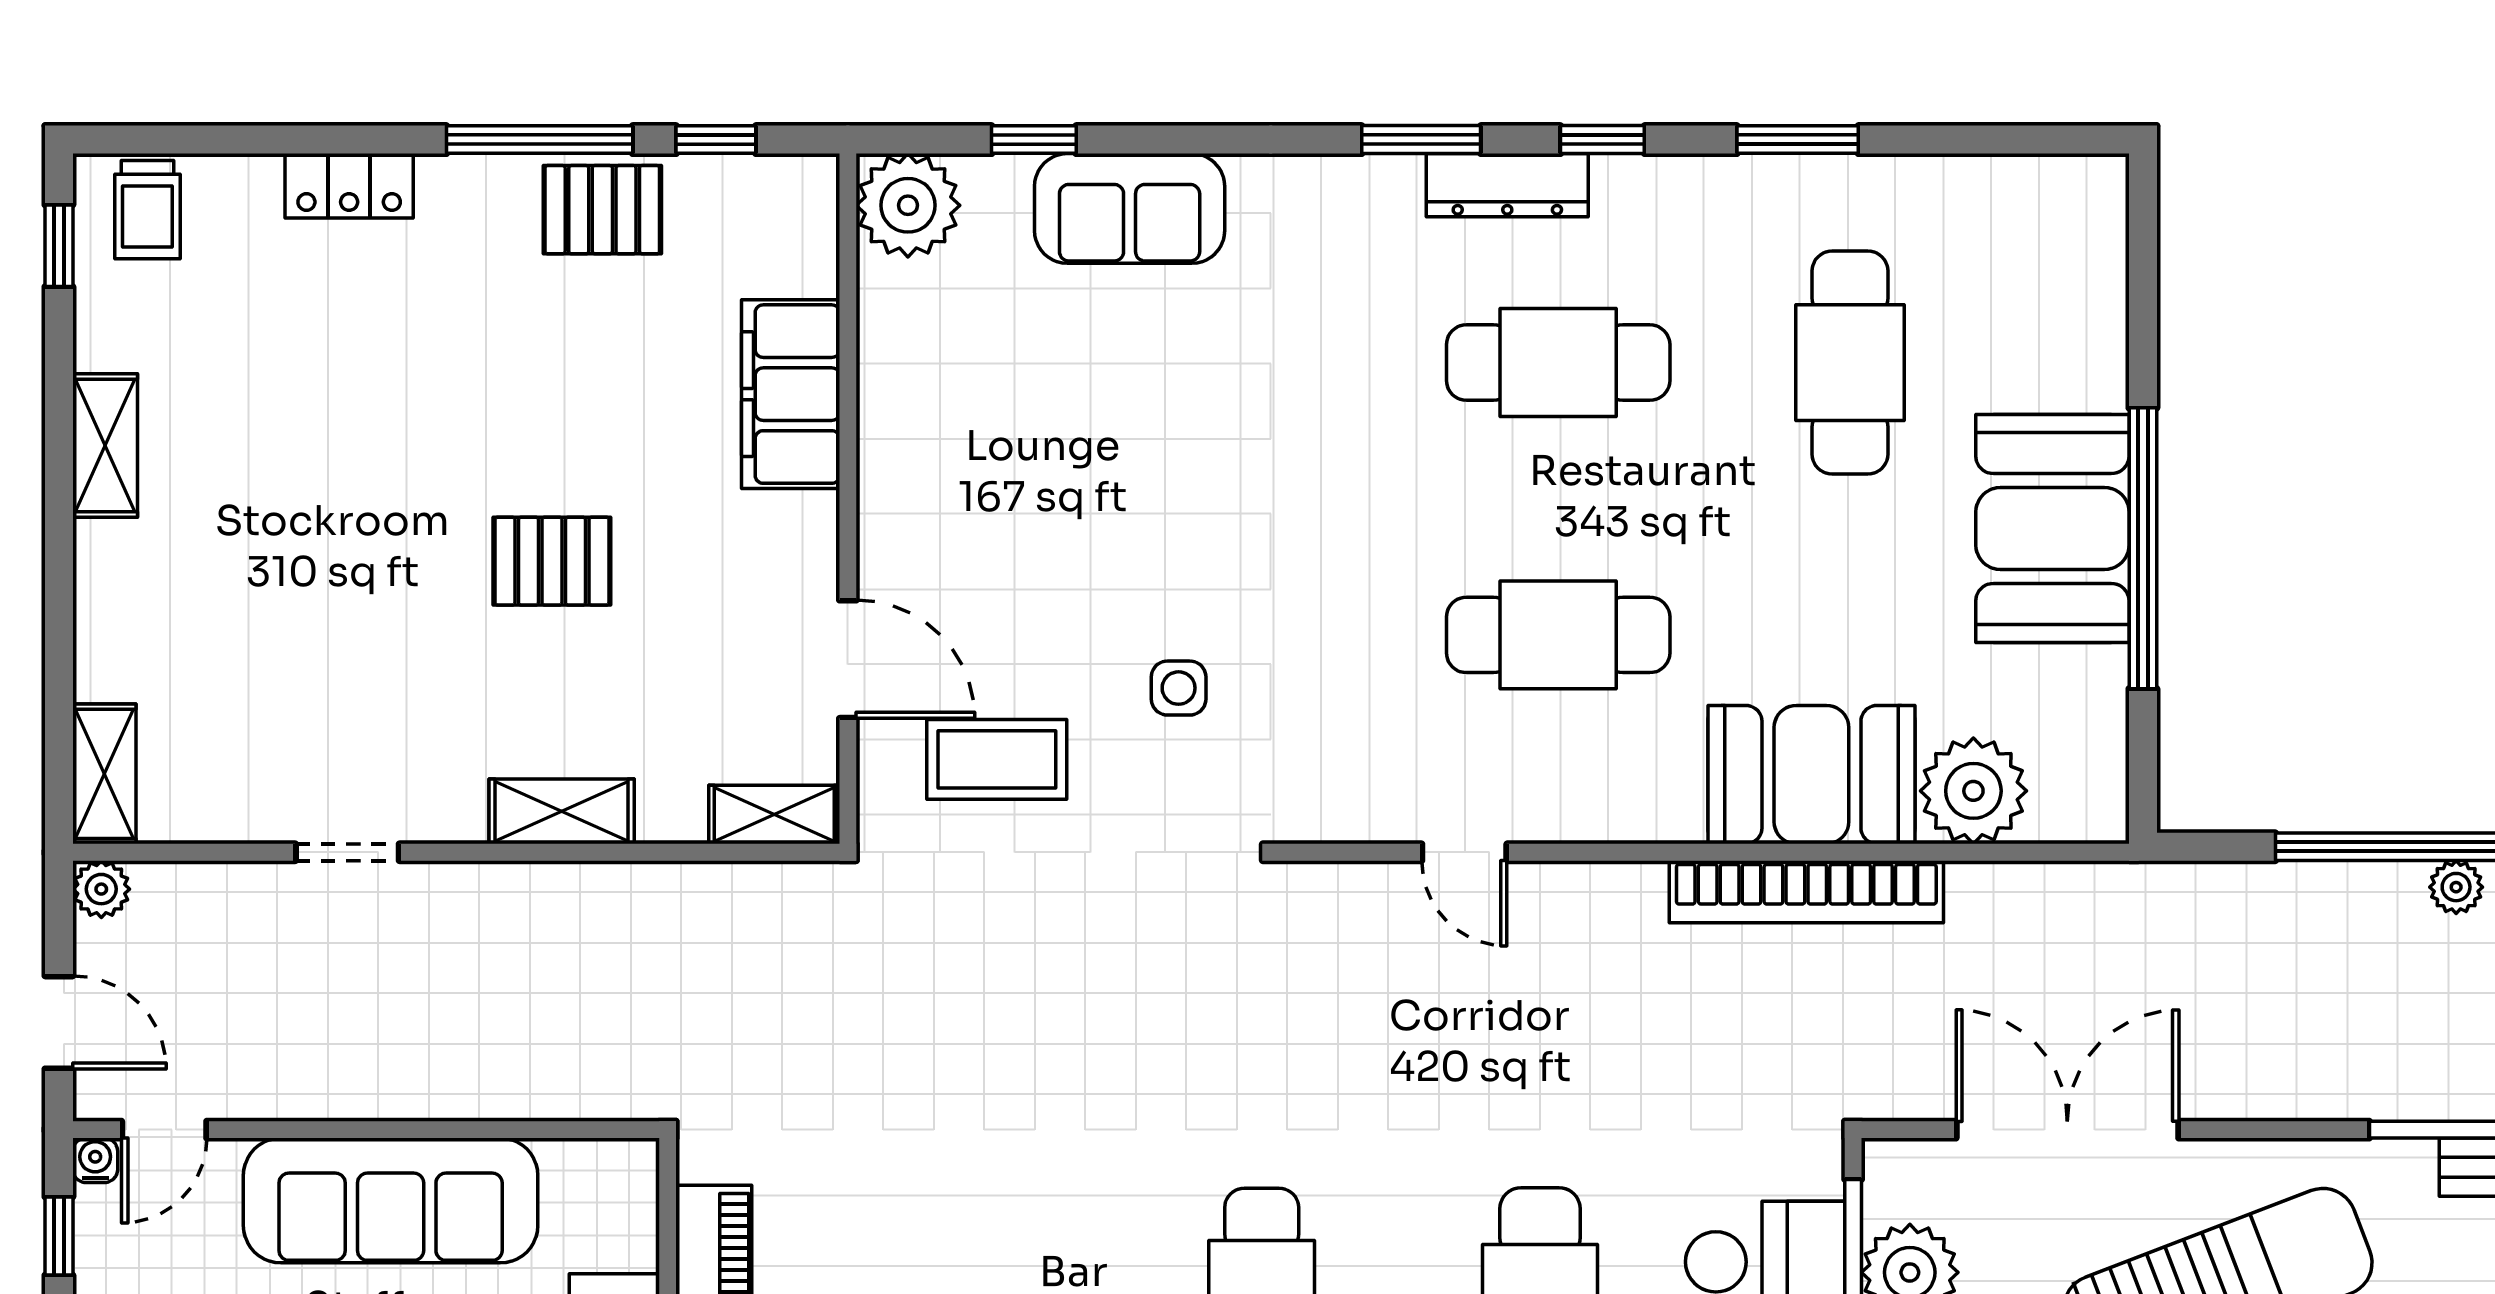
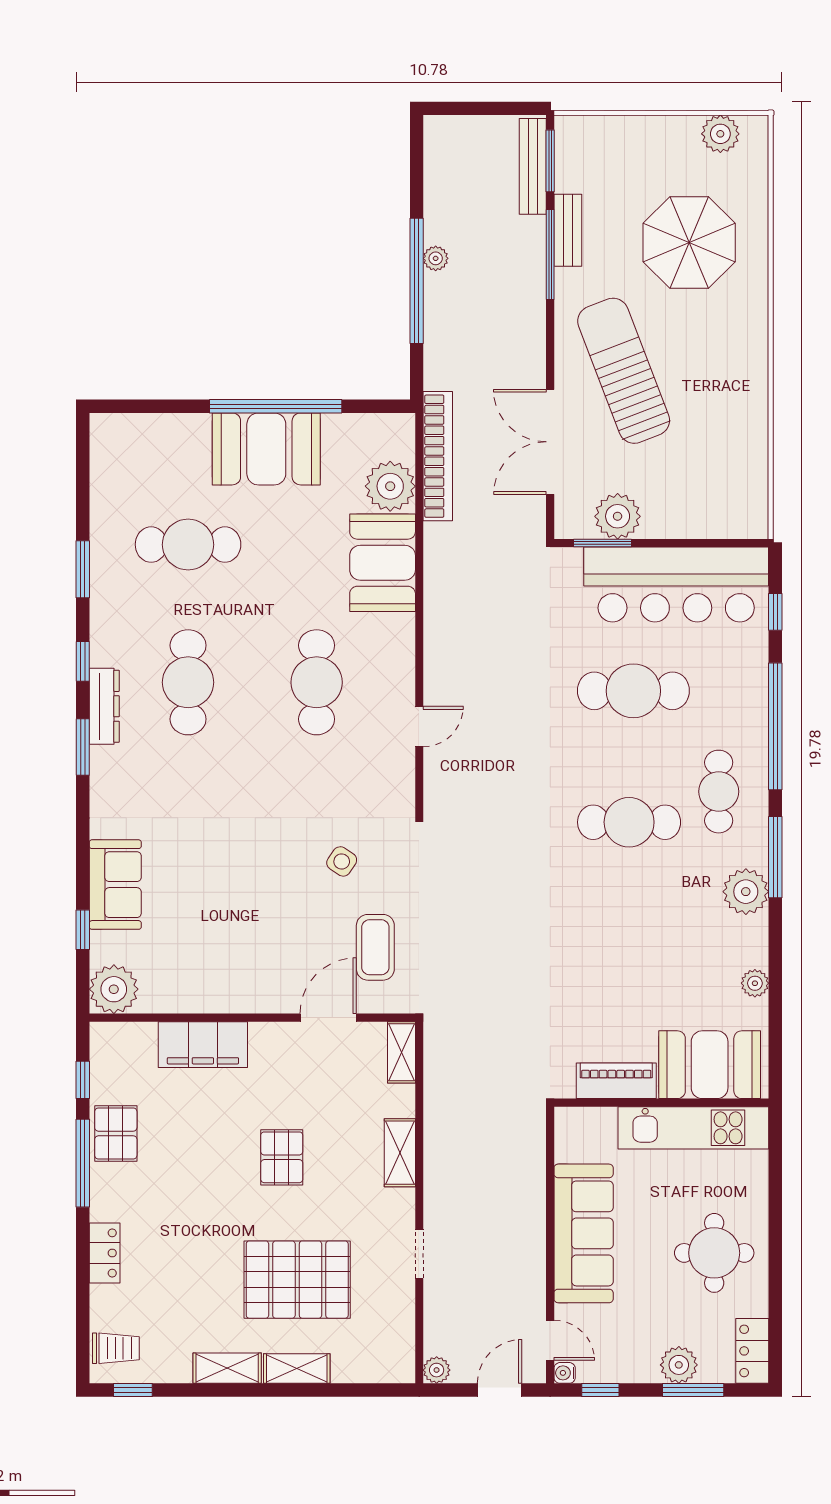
pallet: (293, 594) -> (297, 1280), added
side table: (1179, 688) -> (342, 861), turned 34
shelving: (104, 774) -> (297, 1369), moved
bookcase: (1806, 892) -> (438, 456), moved

